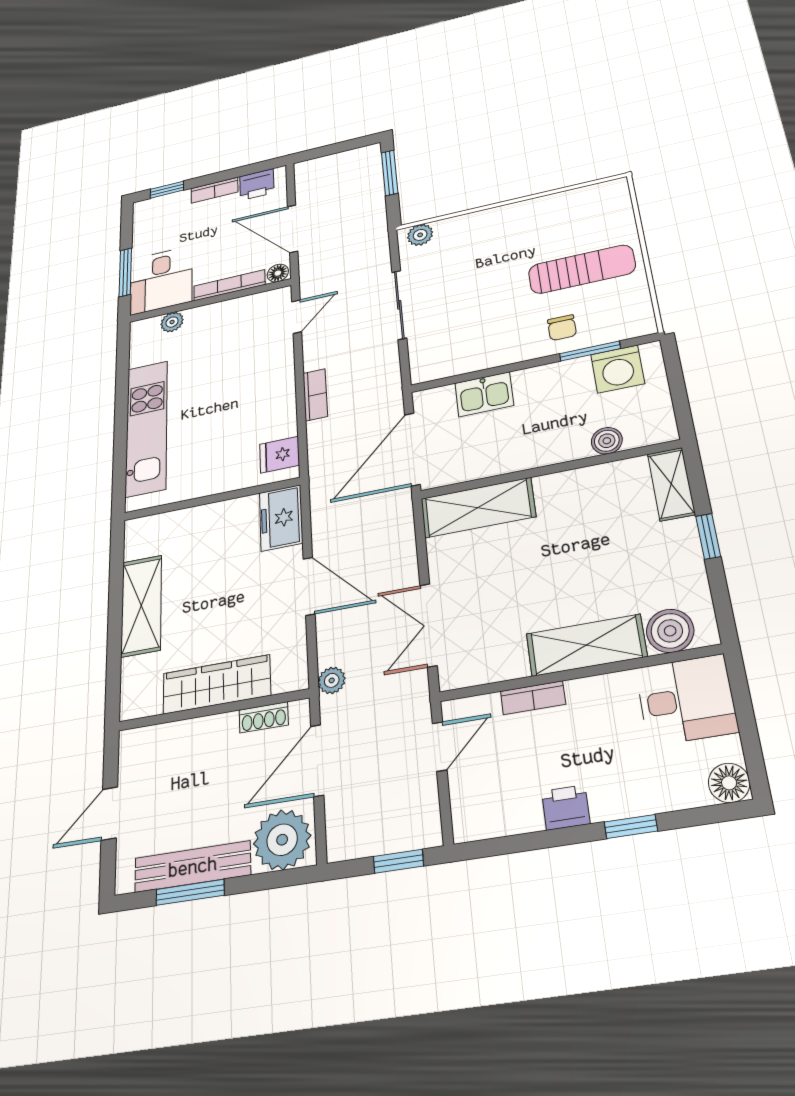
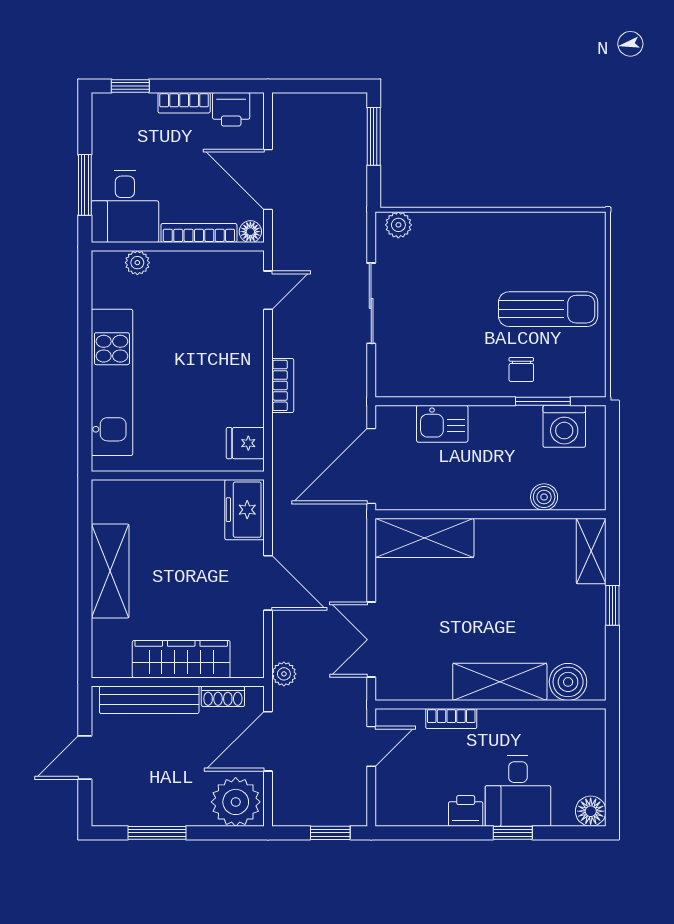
desk: (686, 700) -> (518, 791), moved, turned 90
bench: (193, 867) -> (149, 700), moved

